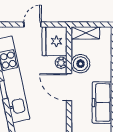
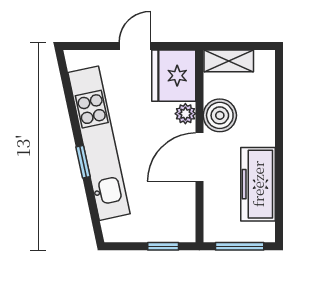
door: (69, 87) -> (199, 157), hinge flipped

